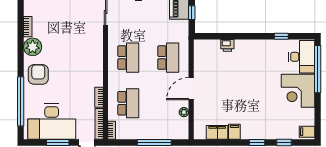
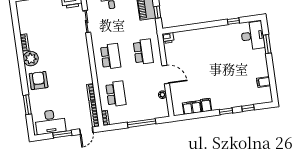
printer: (227, 45) -> (168, 38), moved
window: (318, 69) -> (267, 44), width x0.47
door: (191, 89) -> (166, 75), swing flipped
corner desk: (298, 91) -> (254, 64), removed
window: (21, 101) -> (27, 105), width x0.47
desk: (52, 122) -> (50, 122), width x0.73, depth x0.77
filing cabinet: (307, 132) -> (264, 82), moved

